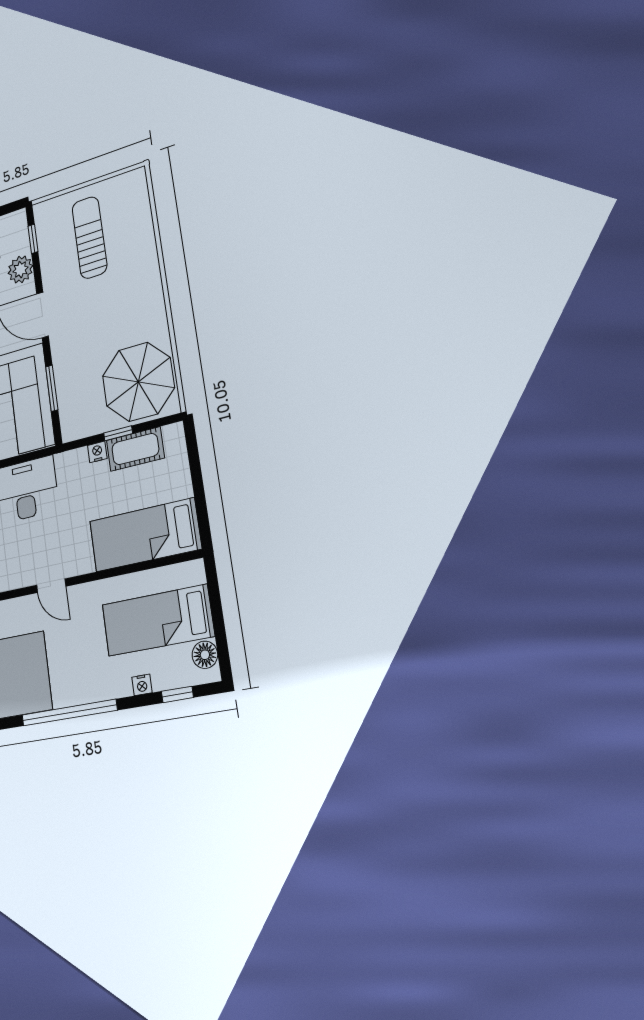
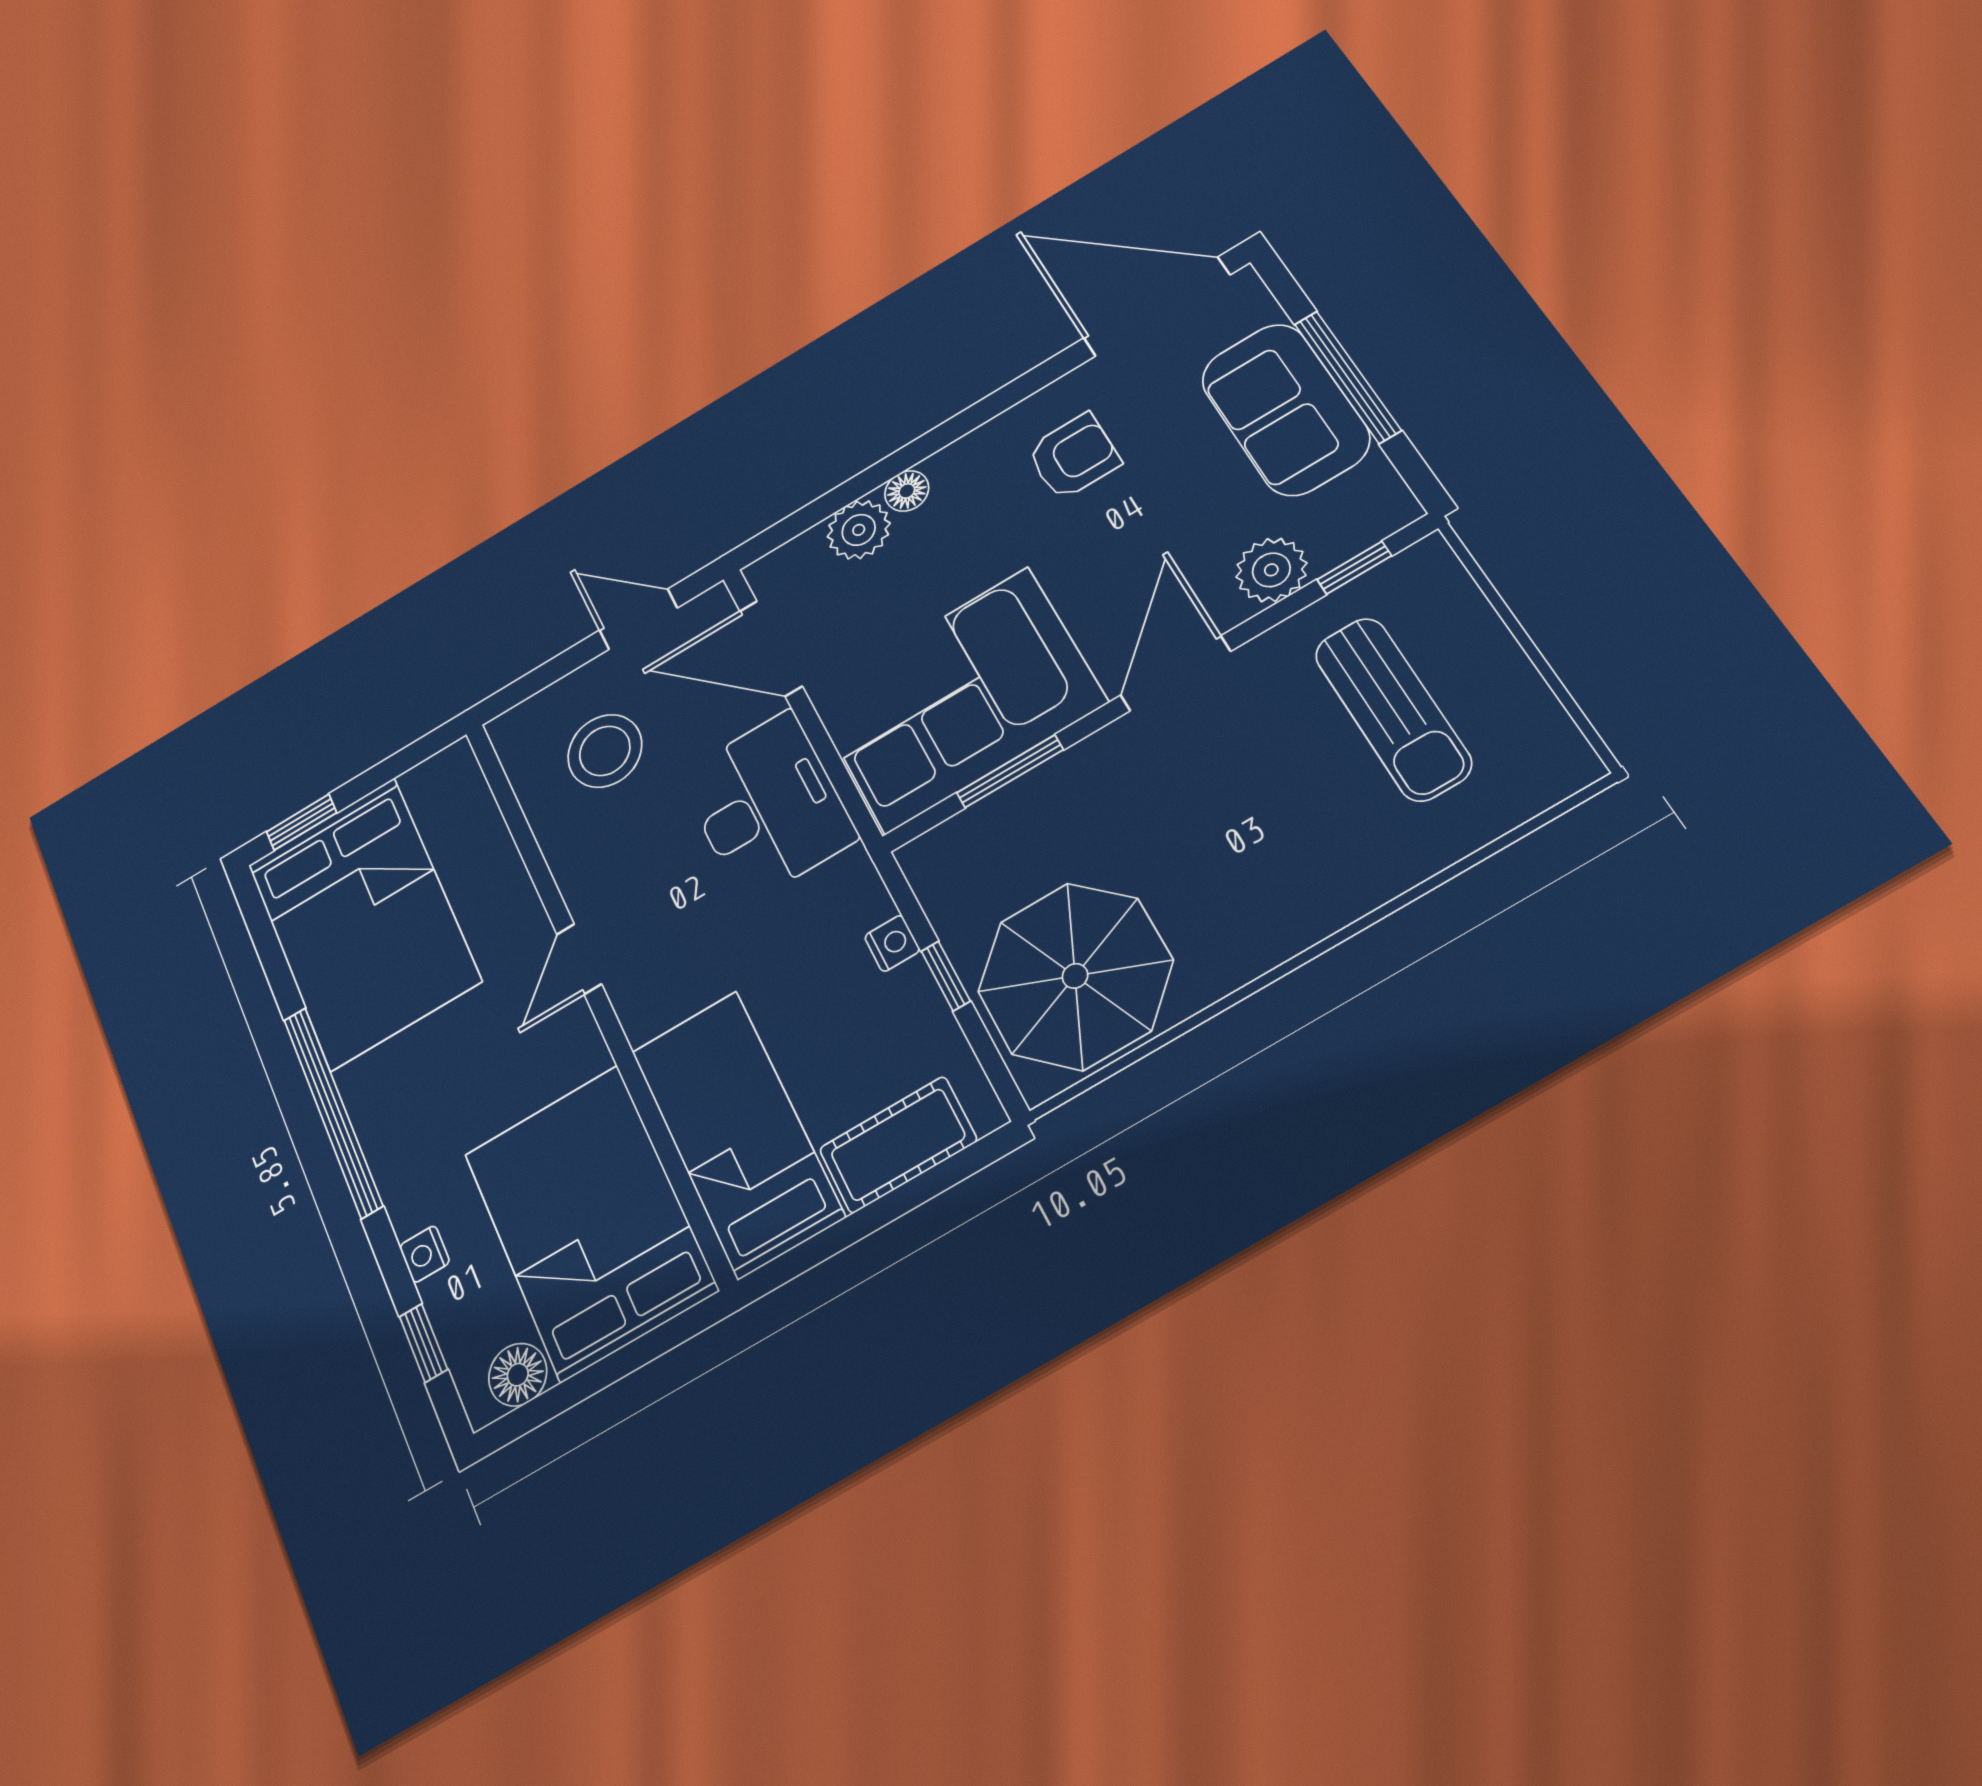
sun lounger: (90, 238) -> (1393, 709), turned 90
cot: (135, 449) -> (898, 1145), moved, turned 90
bed: (158, 620) -> (589, 1221), width x1.50

